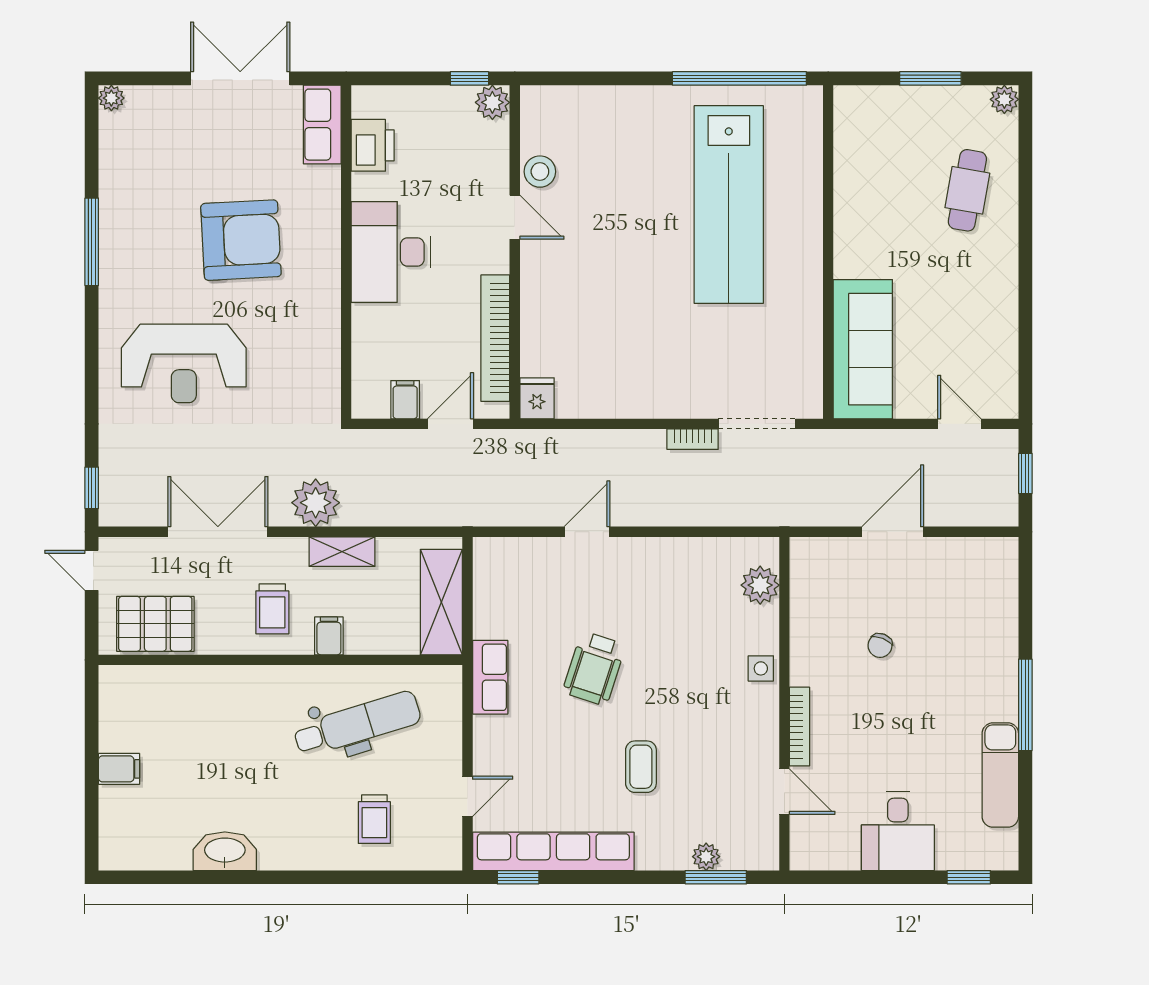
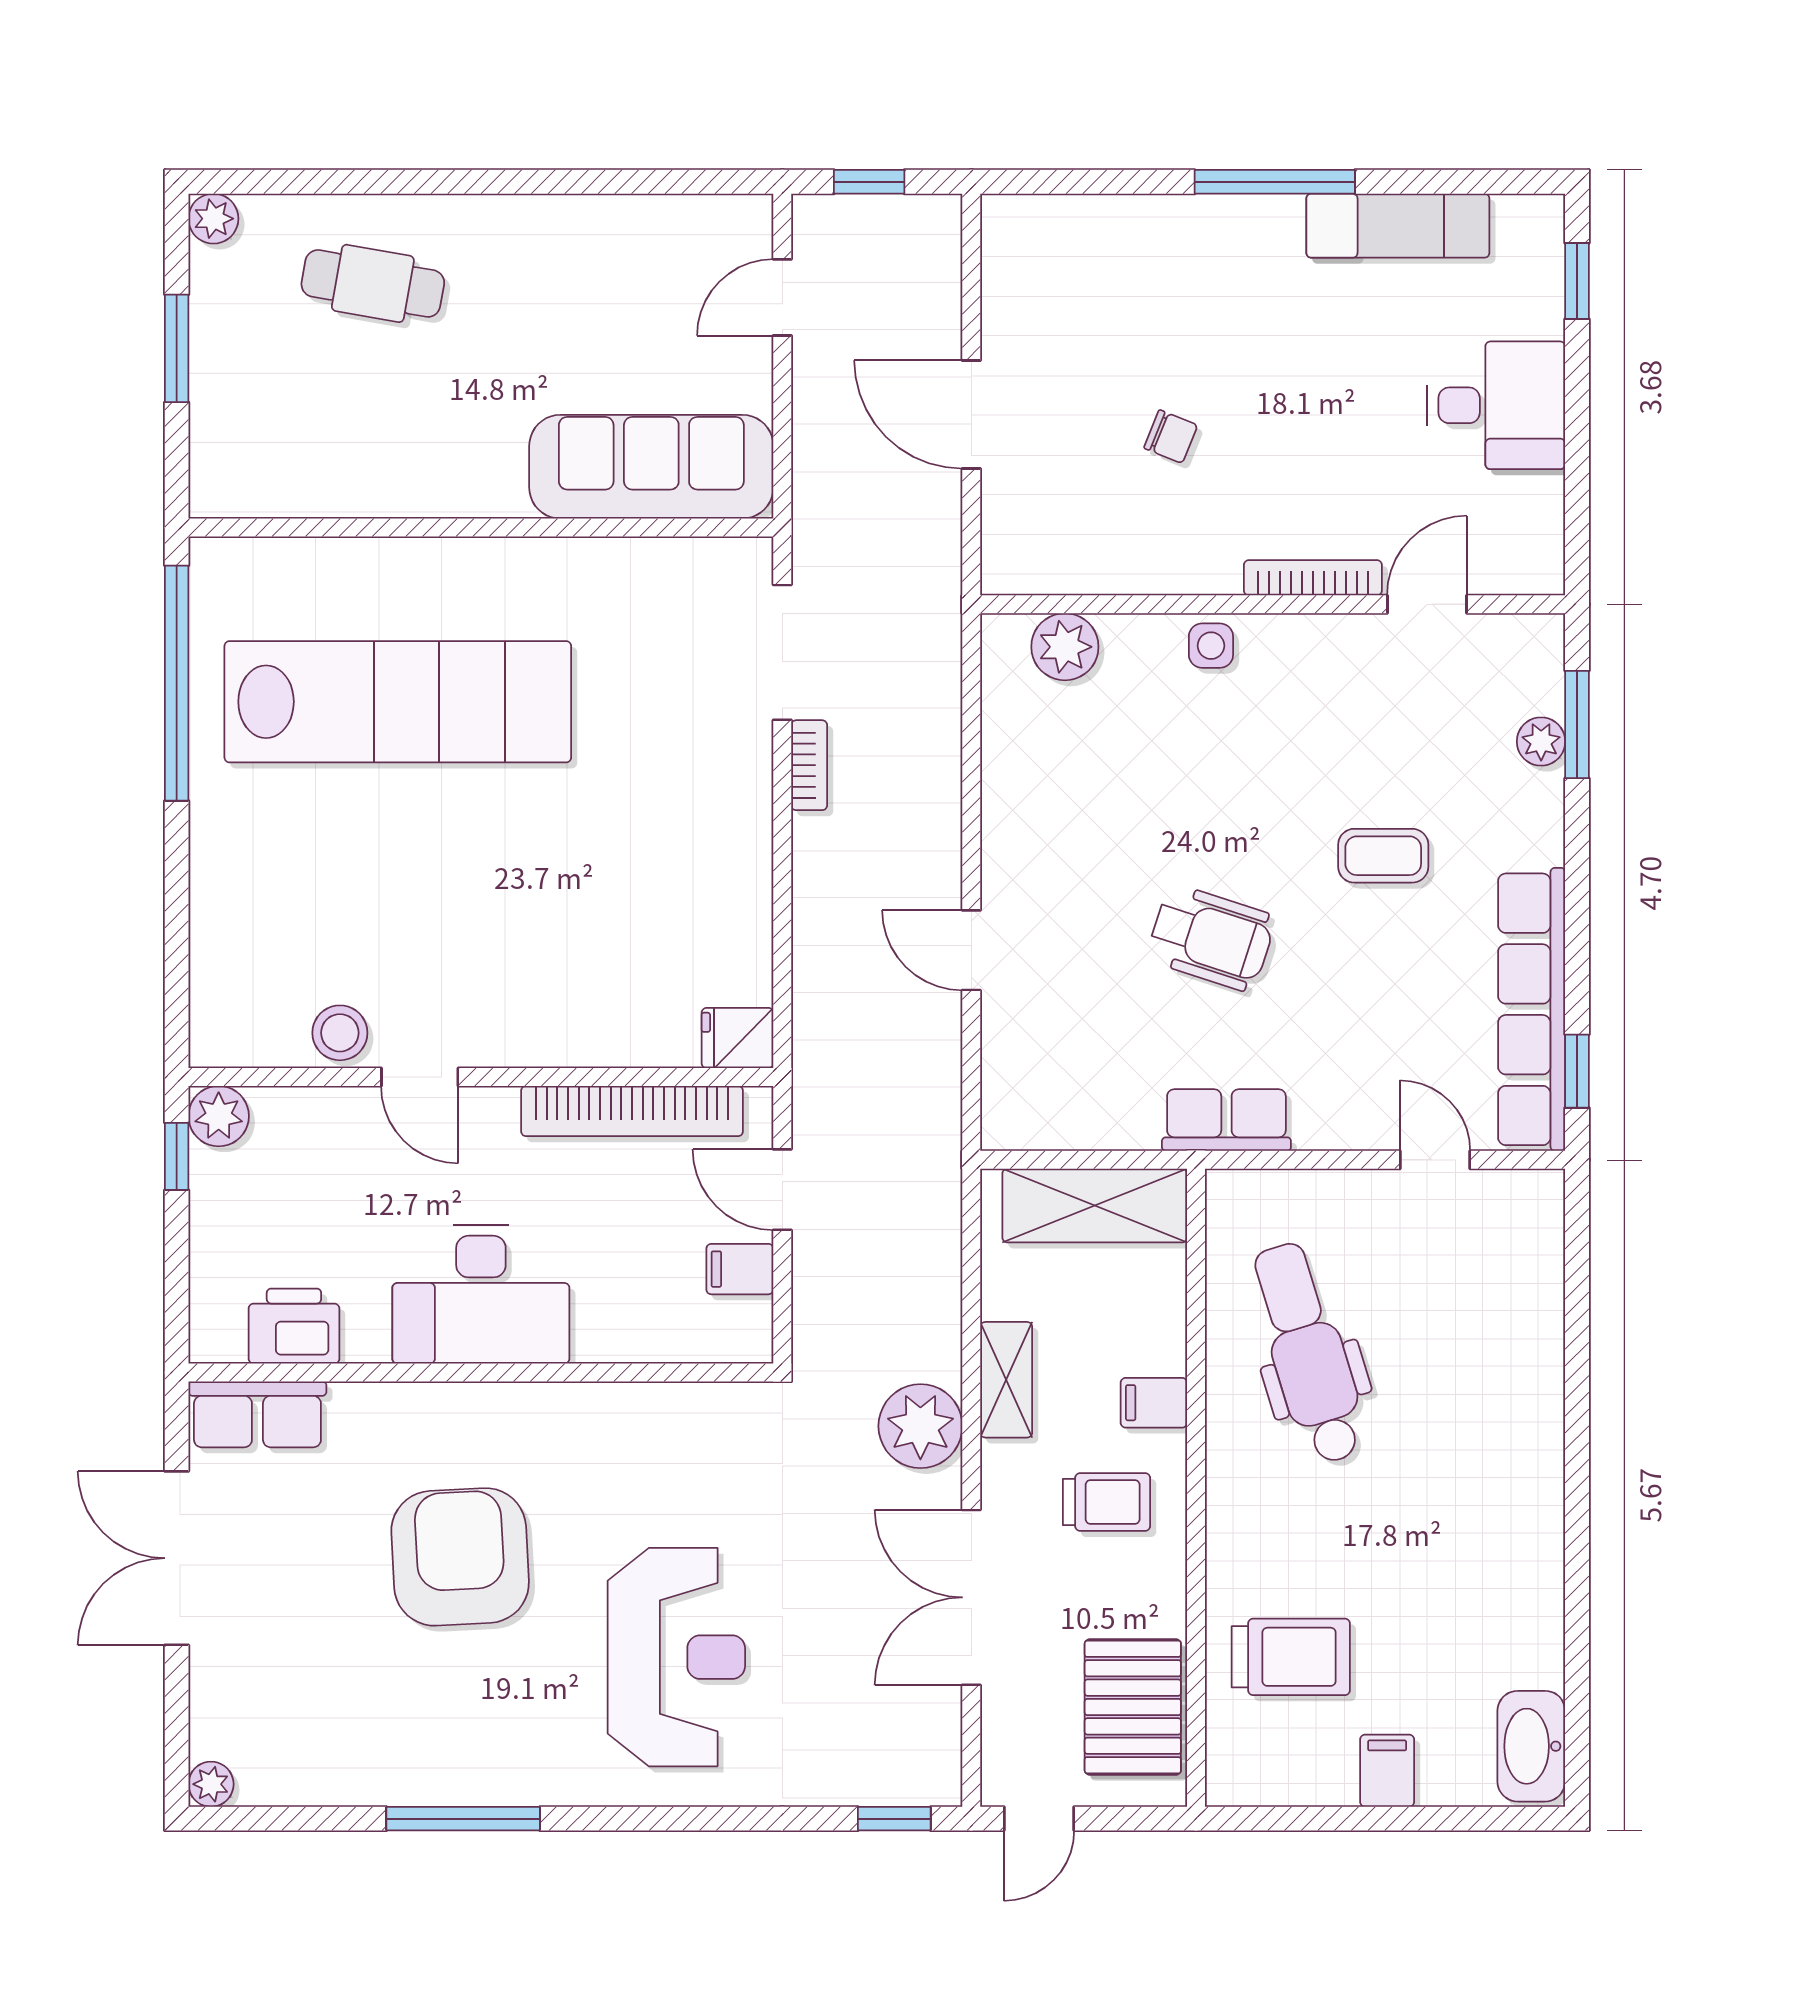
door: (515, 217) -> (420, 1077), swing flipped
trolley: (374, 819) -> (1291, 1657), moved, width x1.36, depth x1.39
washbasin: (225, 851) -> (1531, 1746), moved

